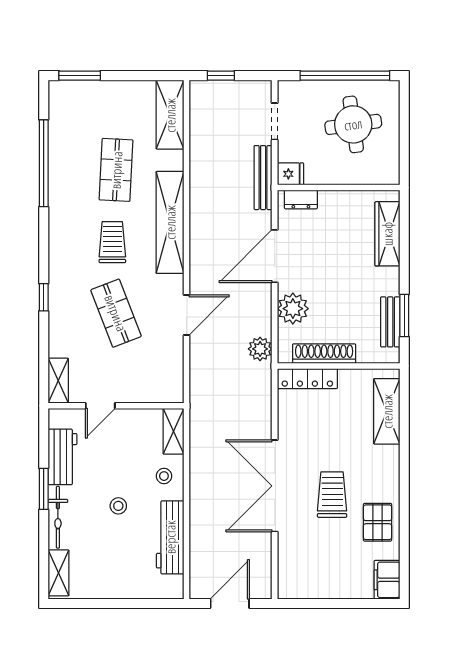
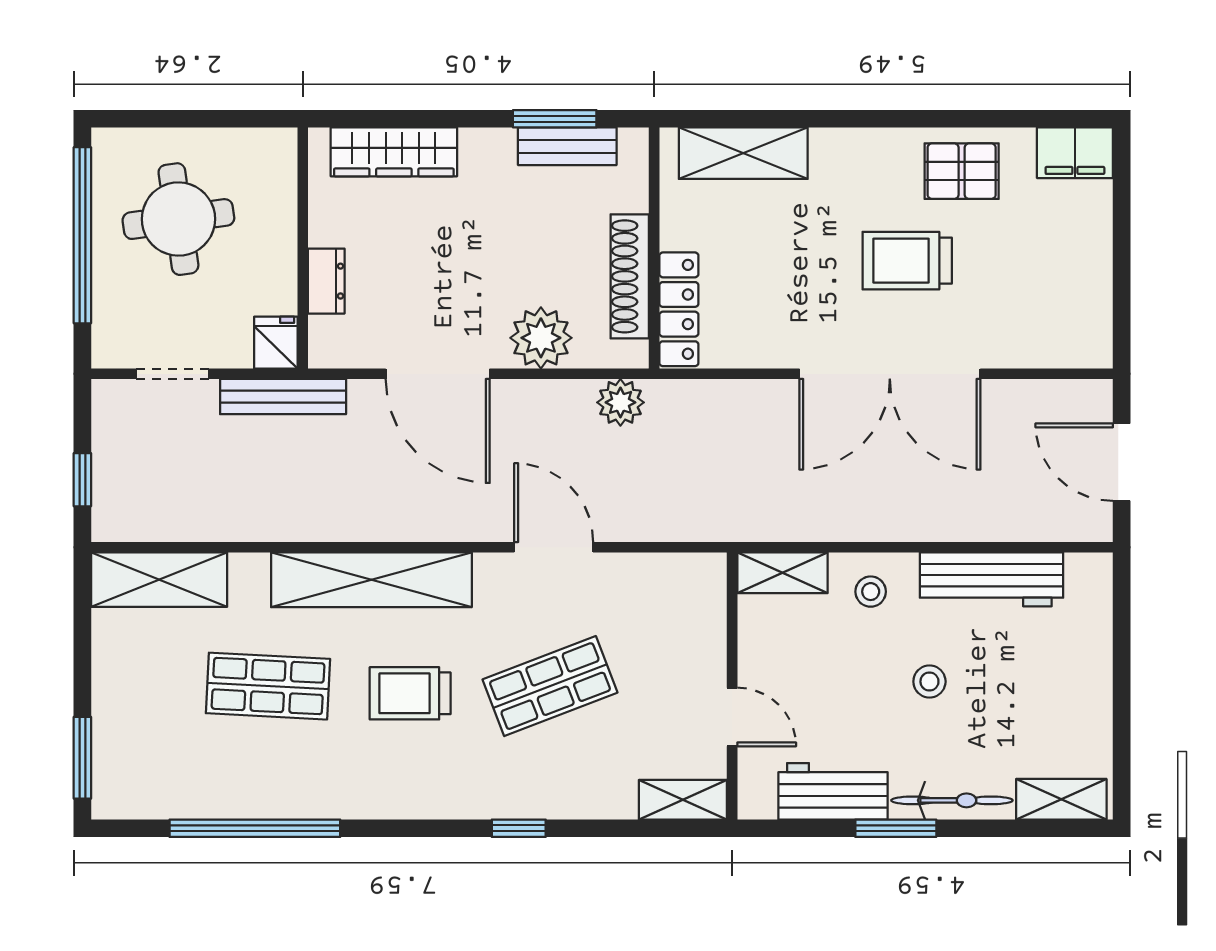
dresser: (301, 199) -> (326, 281), moved

